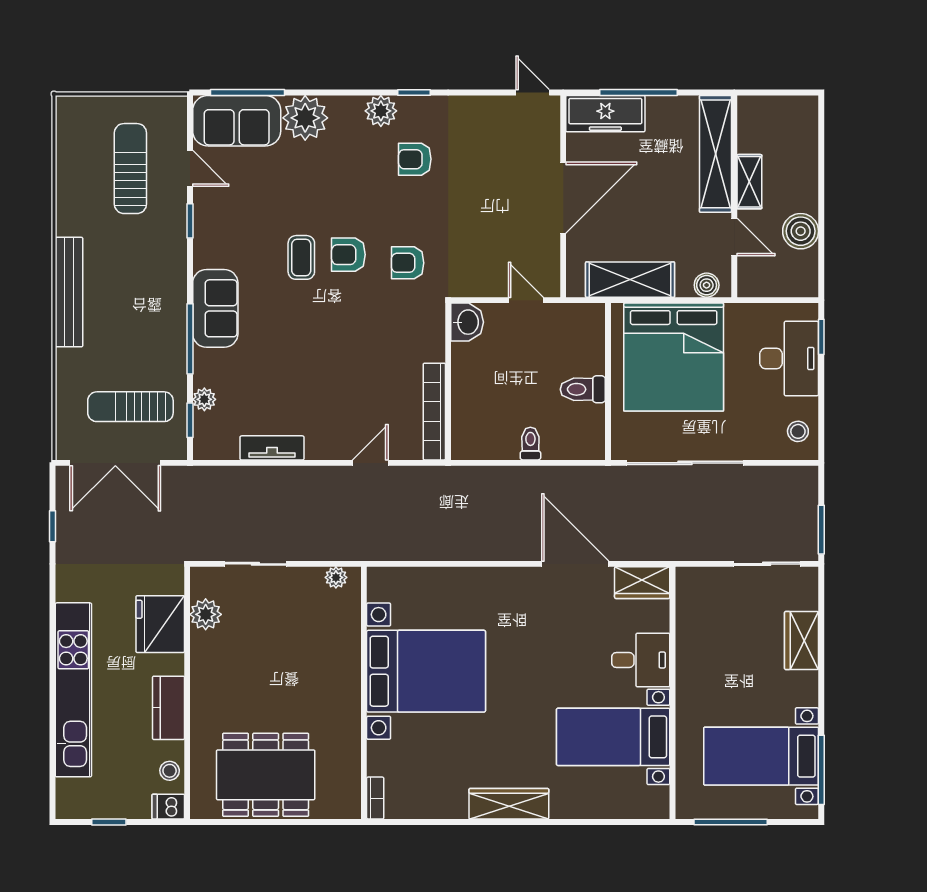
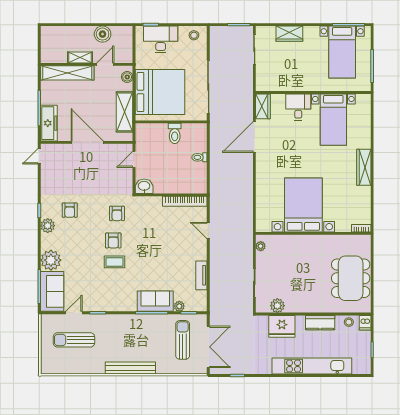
sofa: (215, 308) -> (155, 301), moved
sun lounger: (130, 407) -> (183, 340), turned 180

